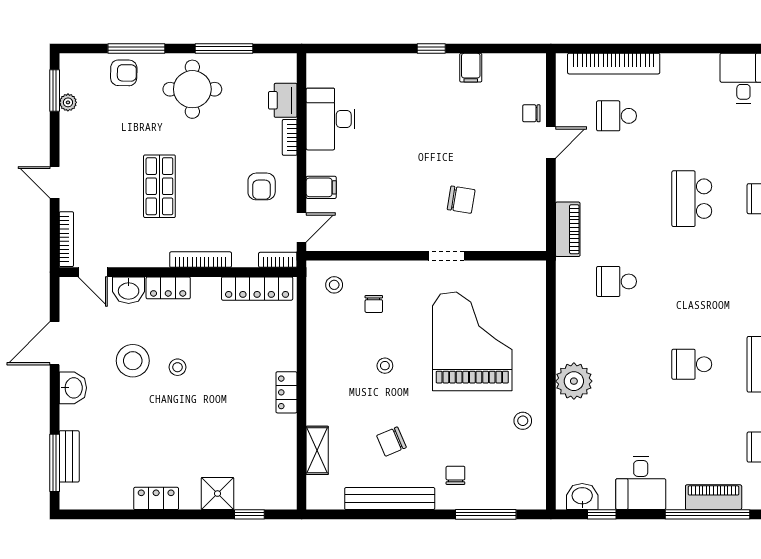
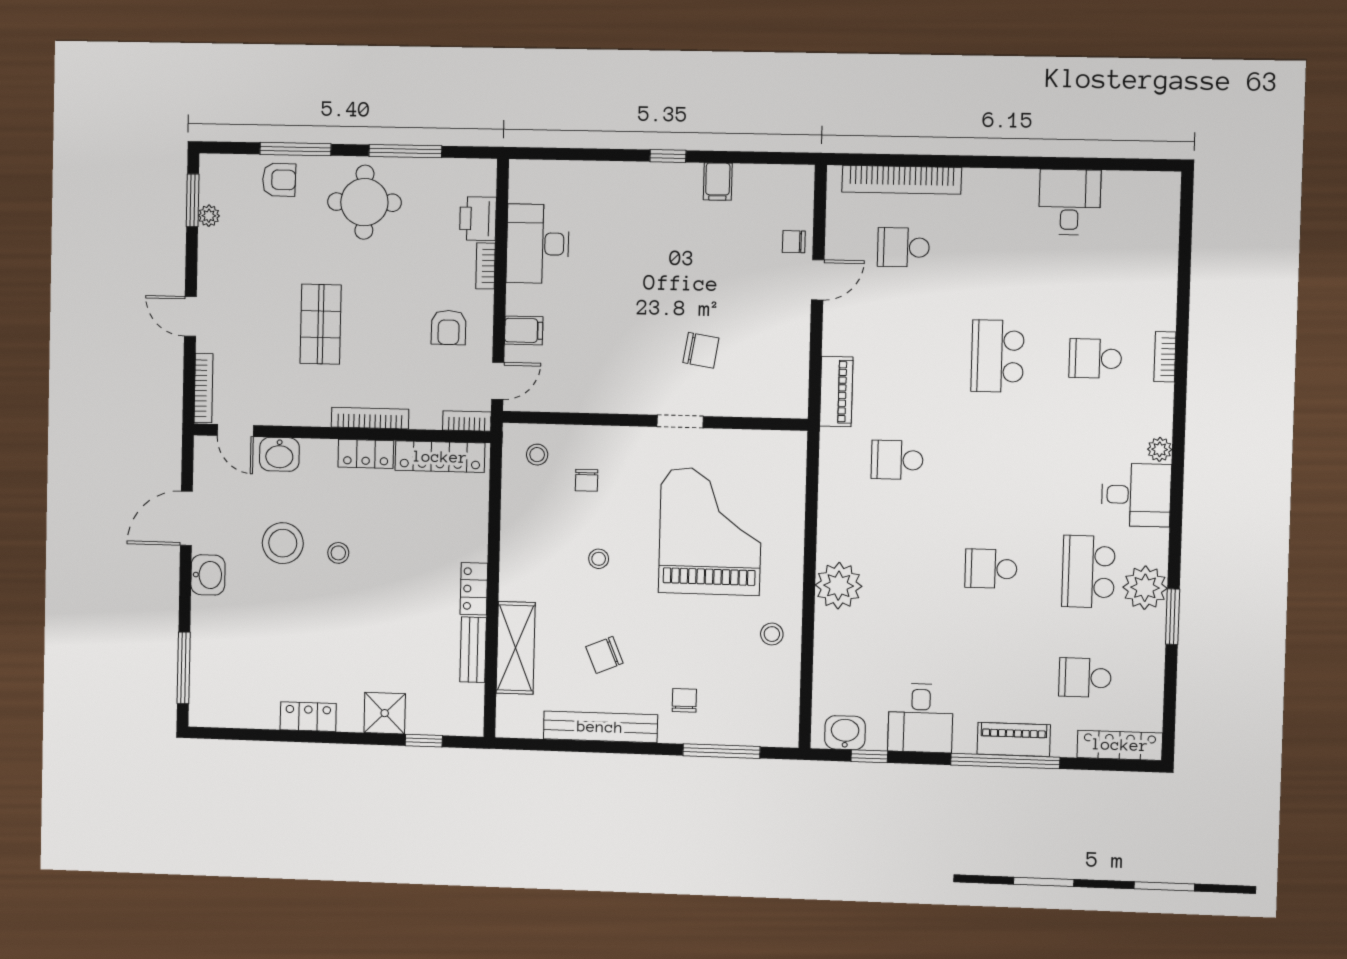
locker: (168, 288) -> (366, 454), moved
shelving: (317, 450) -> (516, 648), width x1.50, depth x1.33
bench: (69, 456) -> (473, 650), moved

